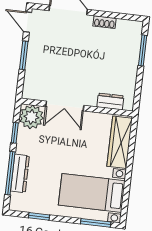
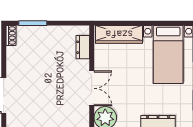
shoe rack: (105, 22) -> (11, 36), moved

